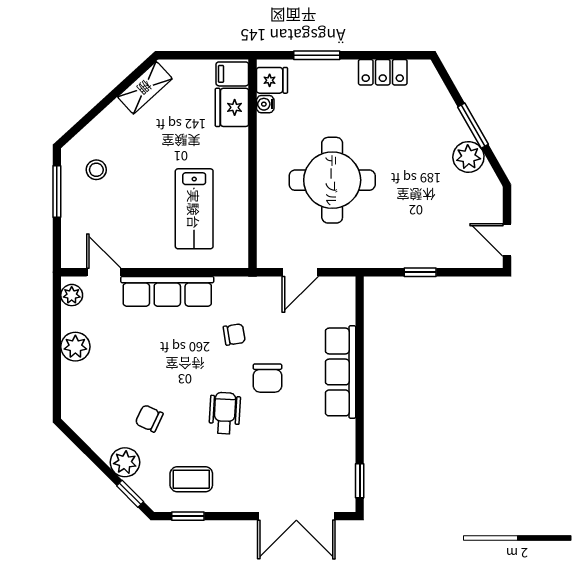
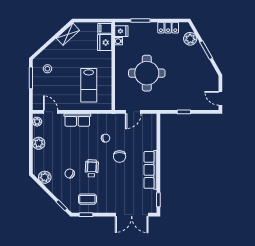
plant: (468, 157) -> (190, 39), moved
row of seats: (167, 291) -> (77, 120), width x0.68
row of seats: (341, 372) -> (150, 170), moved
wheelchair: (225, 413) -> (92, 168), moved
plant: (125, 462) -> (45, 177), moved

